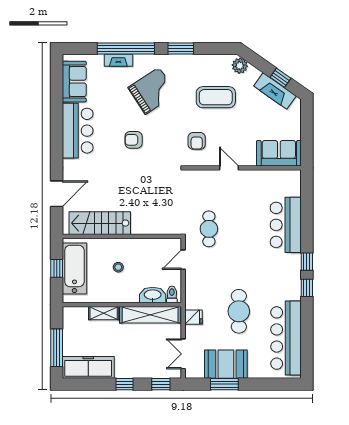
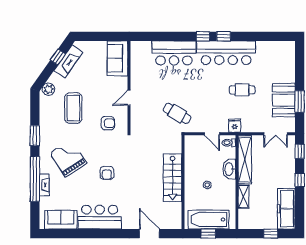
stairs: (100, 223) -> (173, 178), moved
cafe table: (209, 229) -> (177, 113), turned 30
door: (183, 260) -> (212, 134), moved
washbasin: (153, 295) -> (229, 169), moved
cafe table: (239, 311) -> (242, 90), width x0.73, depth x0.74
fridge: (194, 317) -> (235, 126), moved
bar counter: (286, 338) -> (226, 53), moved
window: (57, 348) -> (271, 234), width x0.46

